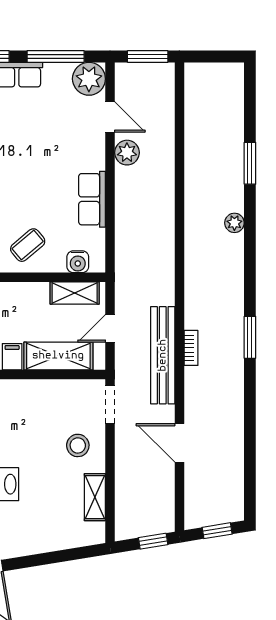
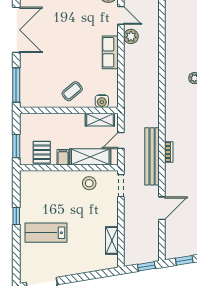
row of seats: (92, 199) -> (110, 52), moved
door: (179, 443) -> (162, 208), swing flipped
stool: (78, 445) -> (89, 183), moved

